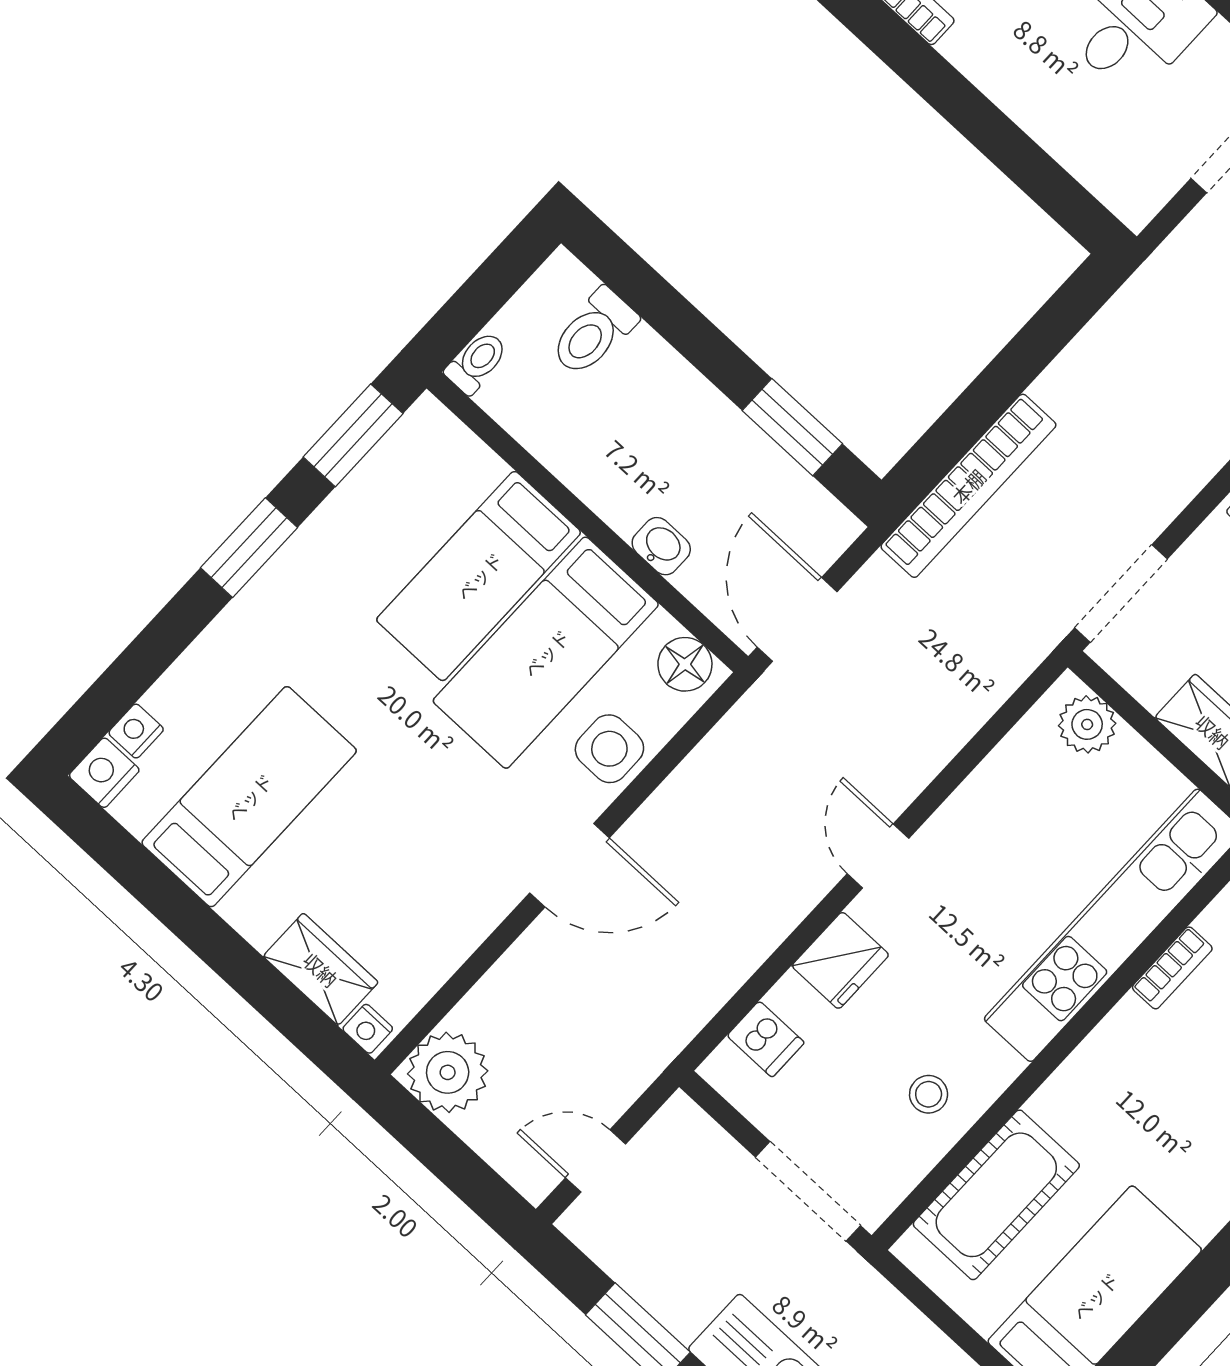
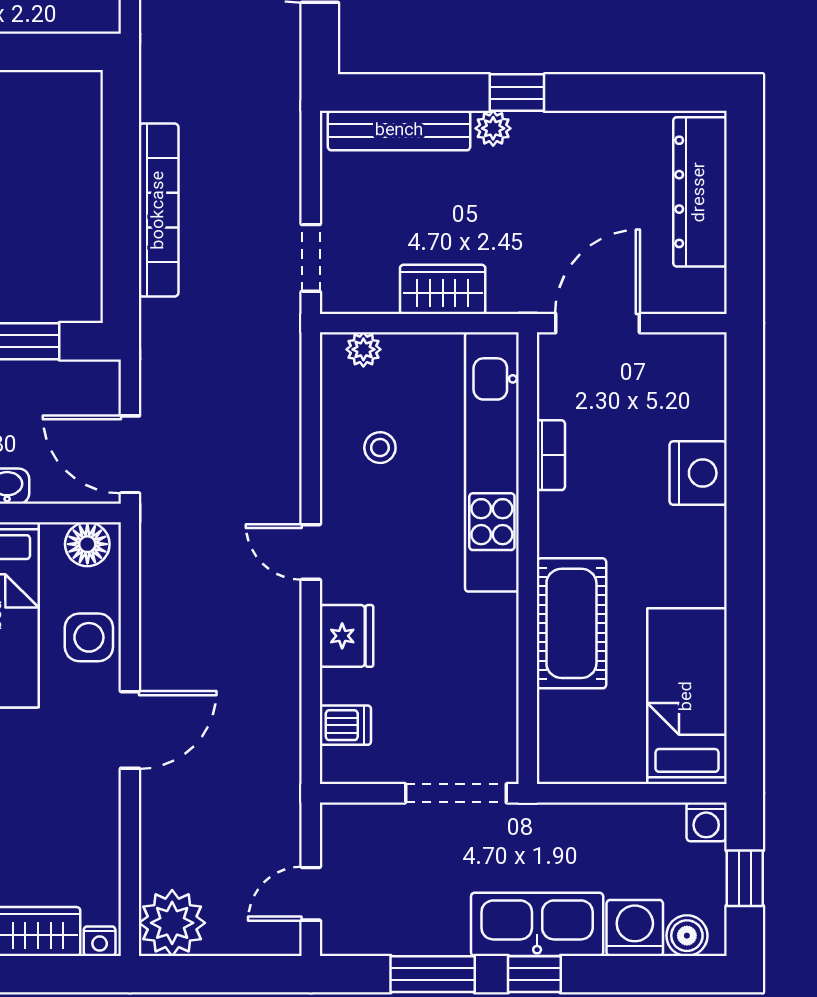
bookcase: (968, 486) -> (159, 210), moved
doorway: (1121, 593) -> (311, 258), width x0.73
plant: (1087, 724) -> (363, 349), width x0.73, depth x0.73
stool: (929, 1094) -> (380, 448), moved
cot: (996, 1195) -> (571, 623), moved

